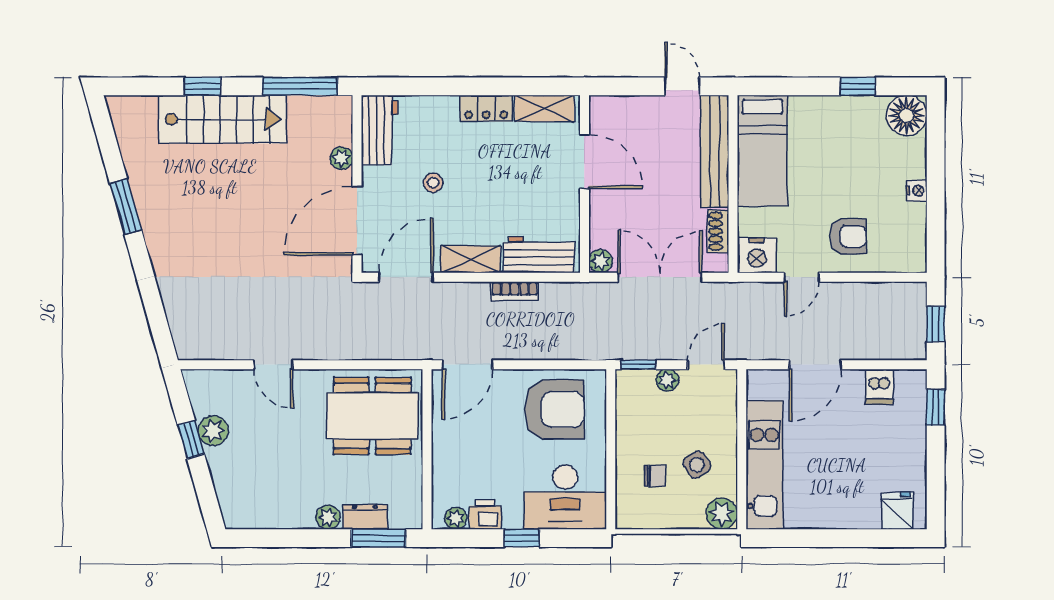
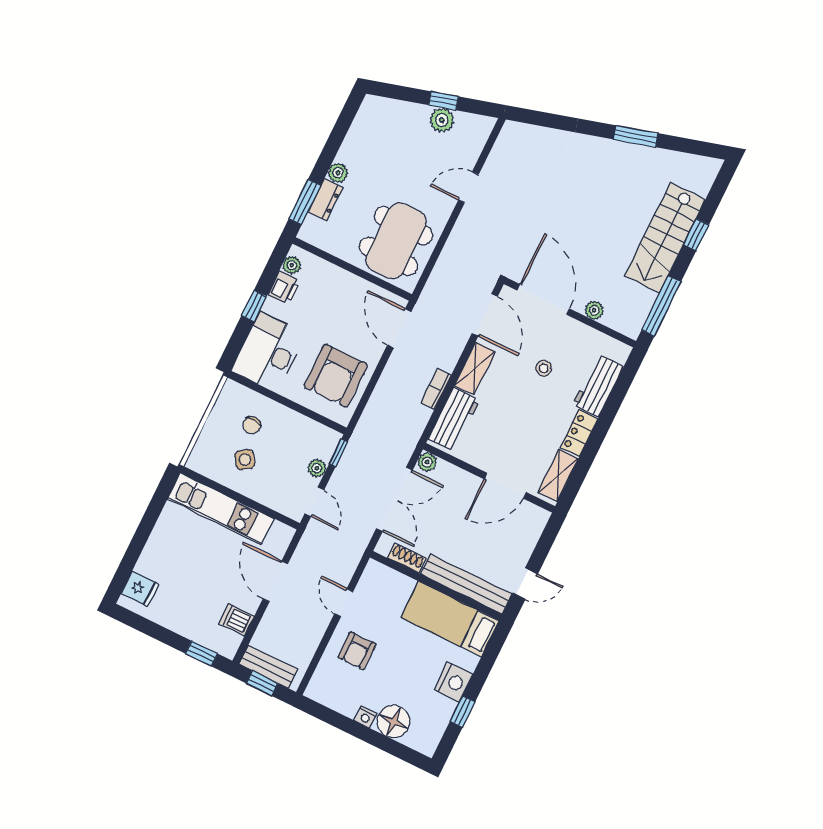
floor lamp: (907, 115) -> (394, 722), moved
workbench: (380, 130) -> (598, 385), moved, turned 90
nightstand: (757, 255) -> (453, 682), moved, turned 180
bench: (914, 326) -> (268, 667), added
plant: (722, 514) -> (200, 460), removed

